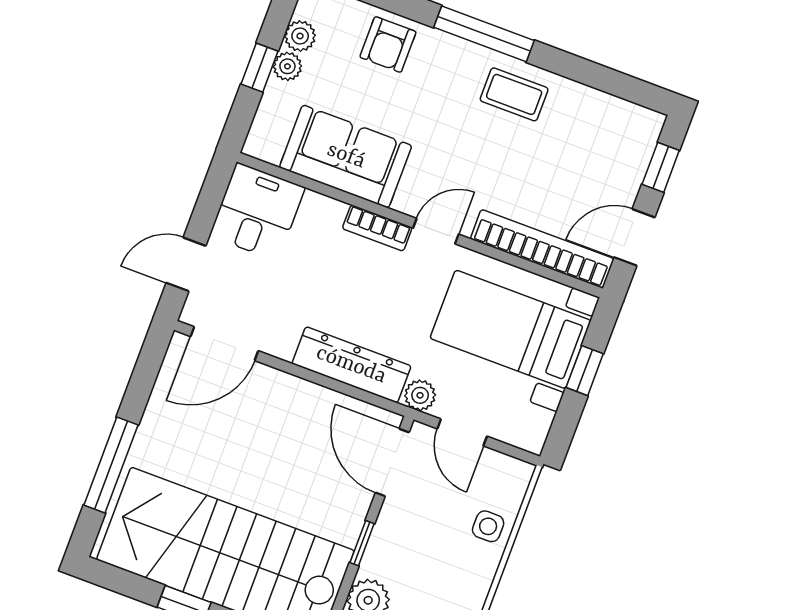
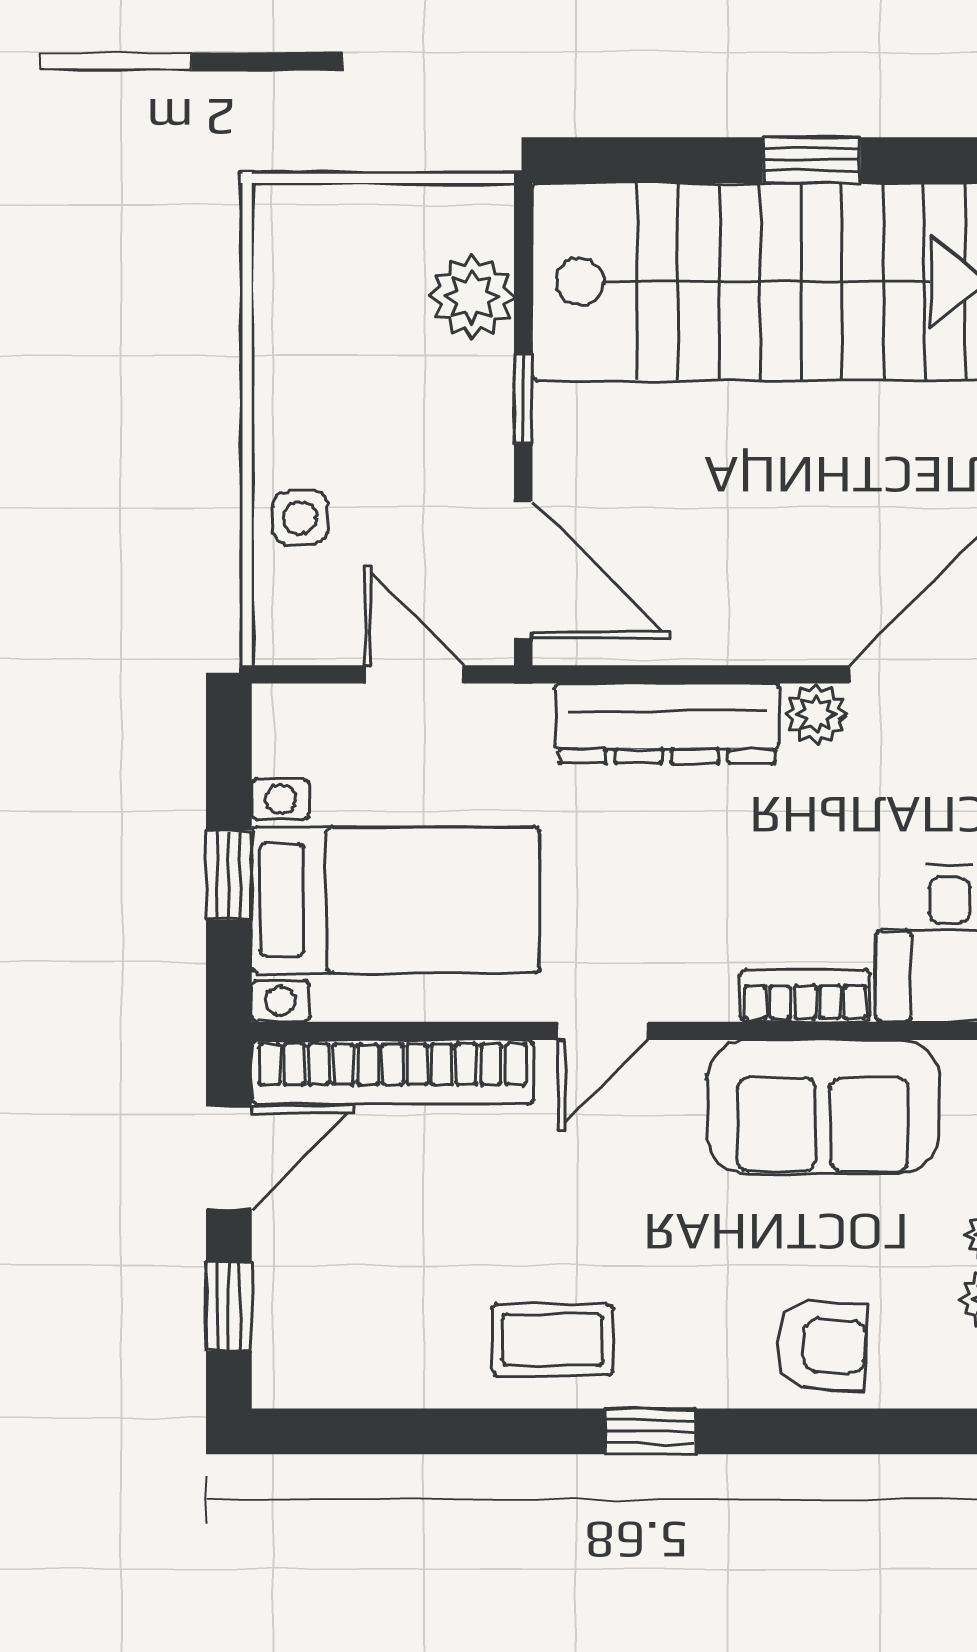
window: (484, 34) -> (651, 1431), width x0.46
armchair: (388, 44) -> (822, 1345), turned 94
bookcase: (377, 228) -> (805, 996), moved
plant: (420, 395) -> (816, 714), moved

